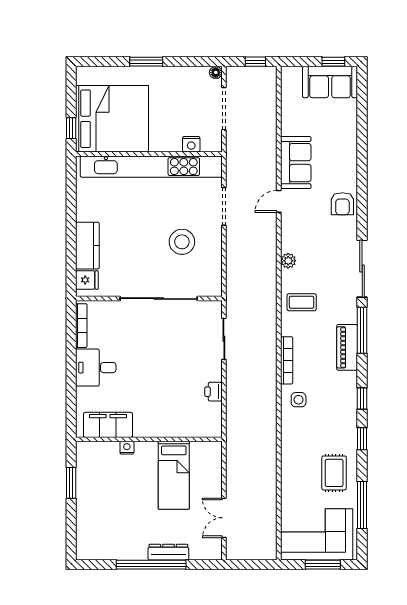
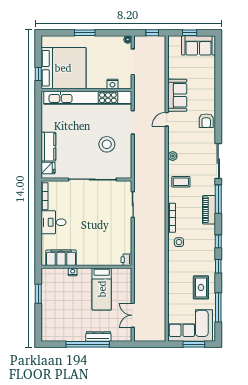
window: (333, 62) -> (190, 33), moved
printer: (213, 392) -> (126, 260), moved

